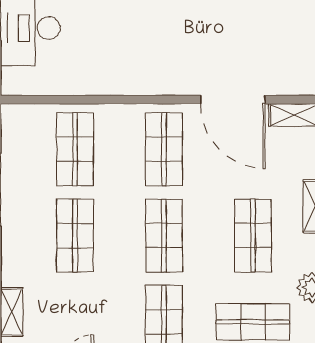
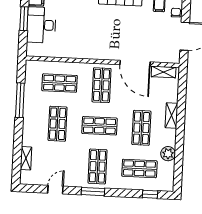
shop shelf: (75, 149) -> (60, 83), turned 90
shop shelf: (164, 236) -> (99, 126), turned 90

